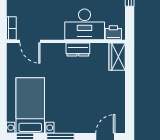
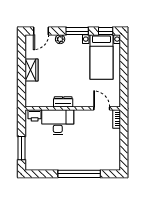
wardrobe: (117, 57) -> (32, 70), moved
plant: (82, 128) -> (60, 39), added

